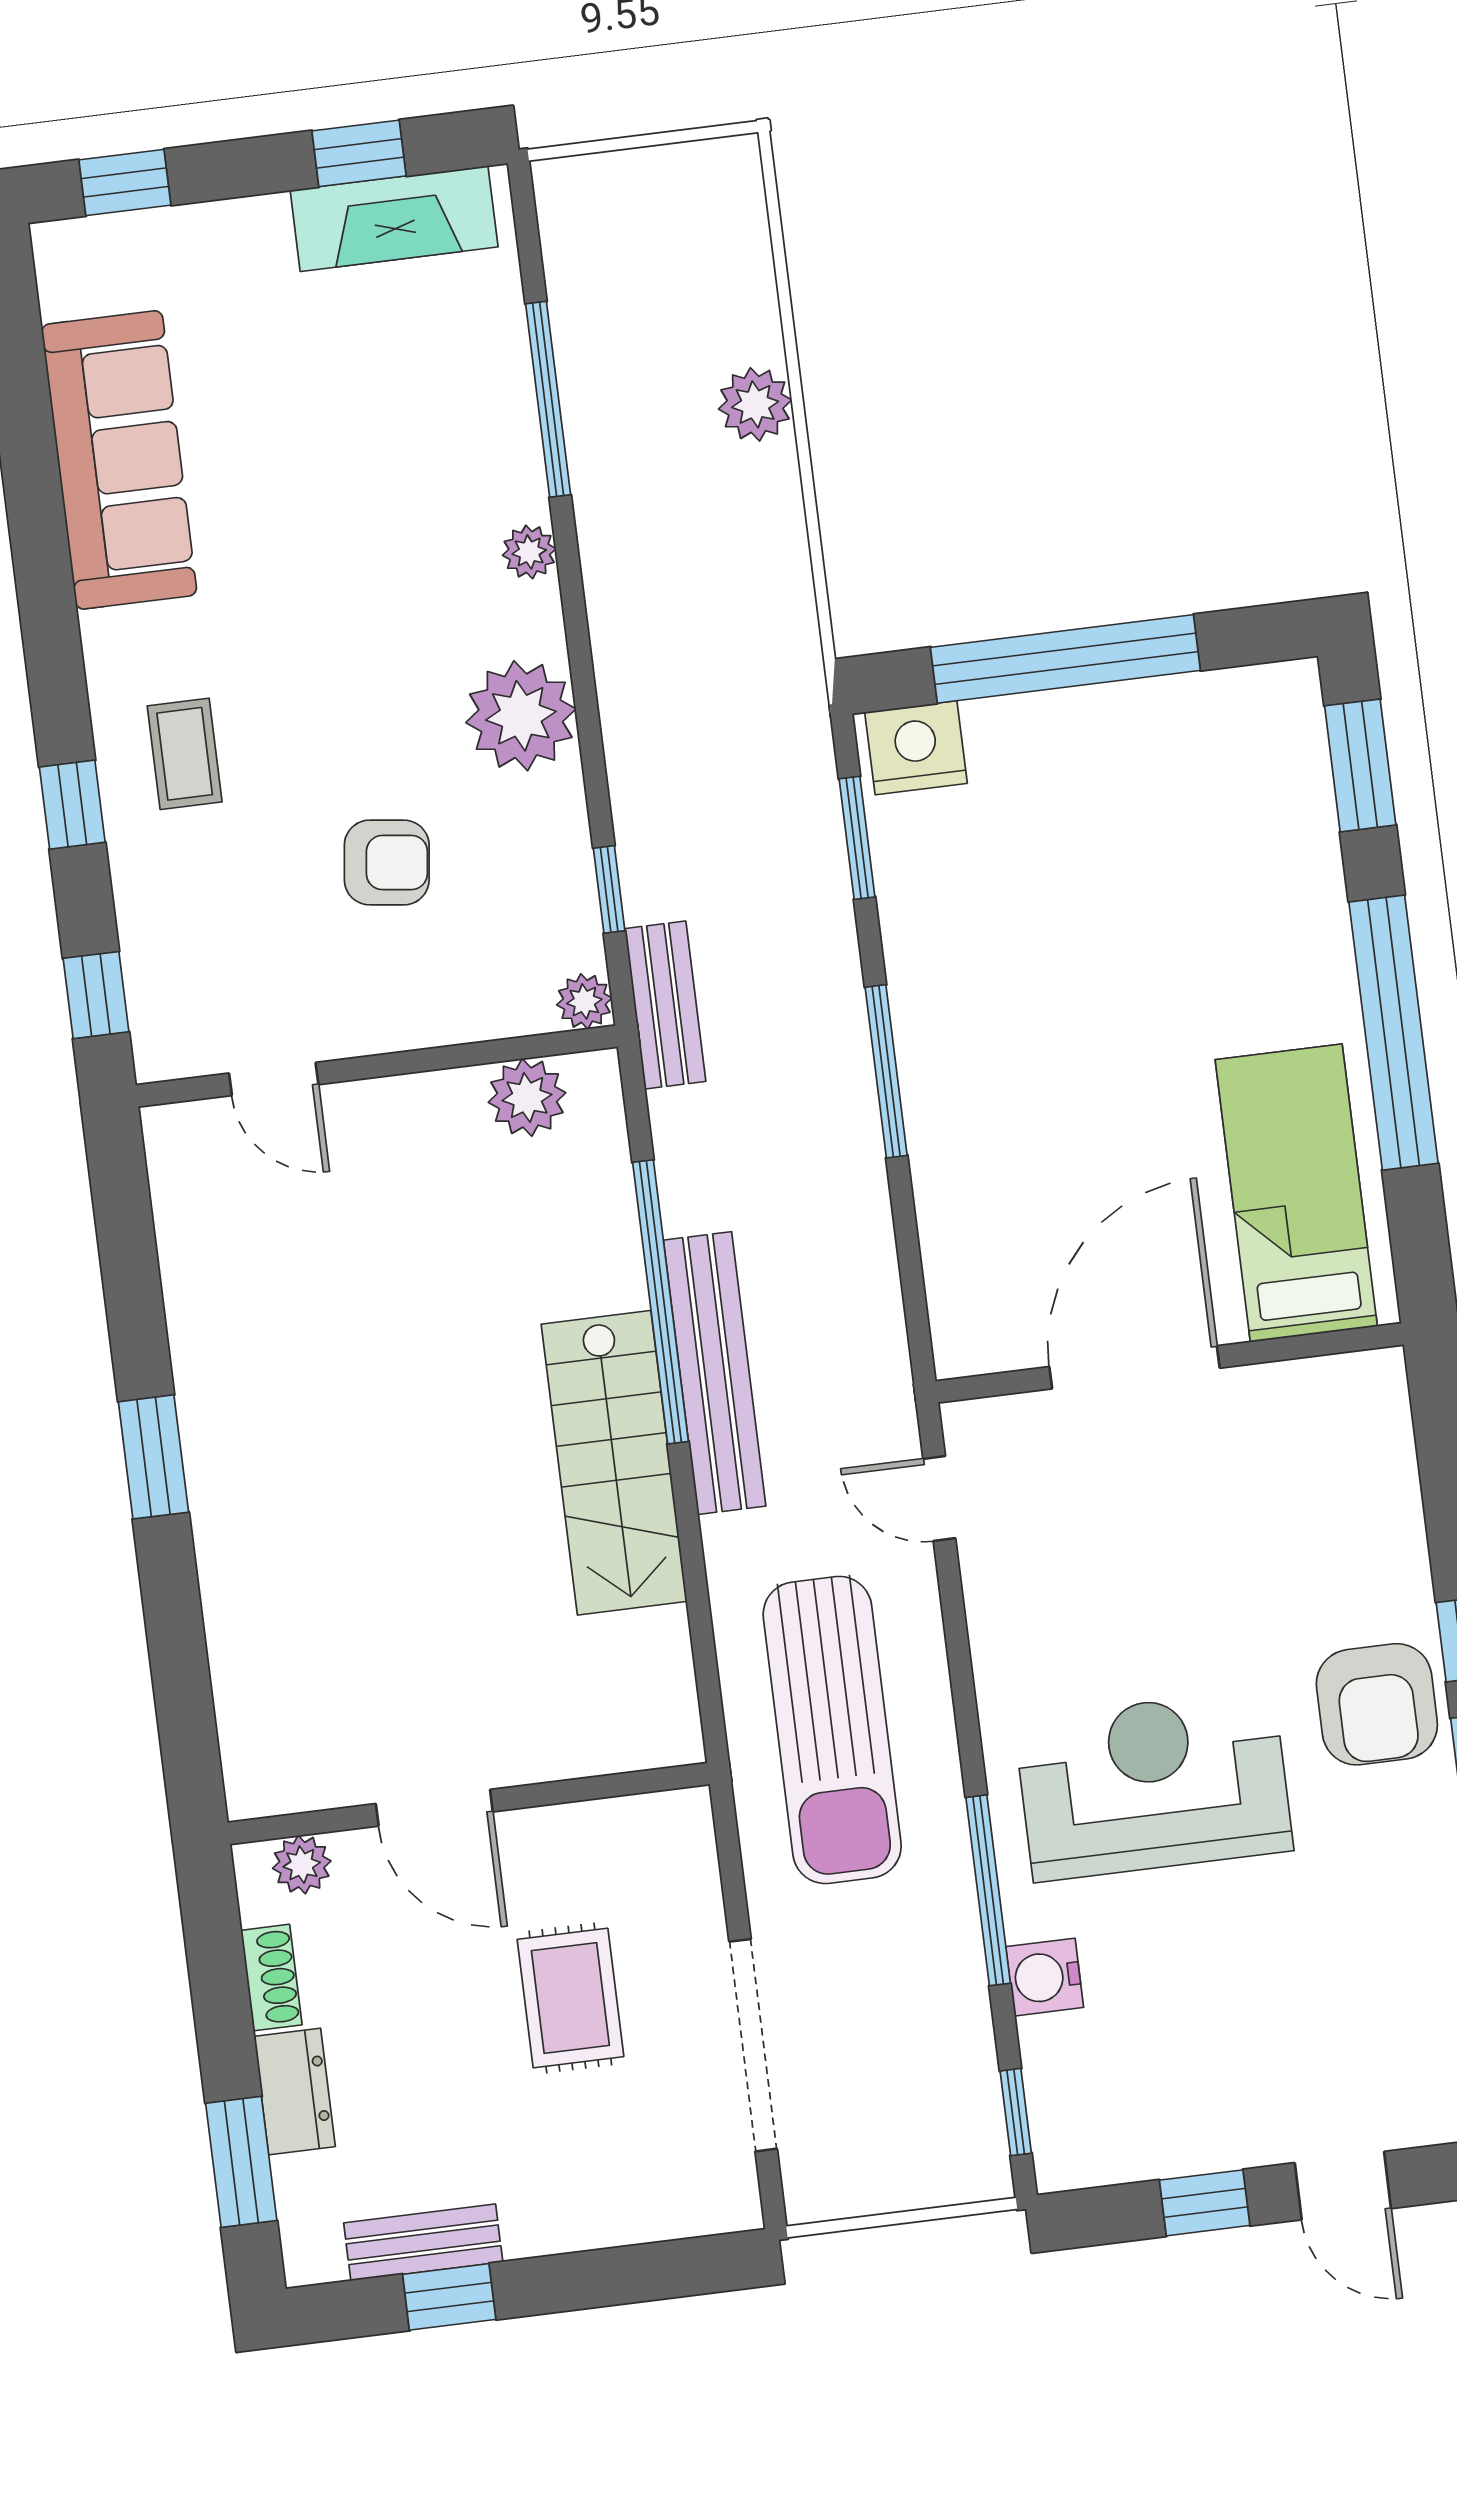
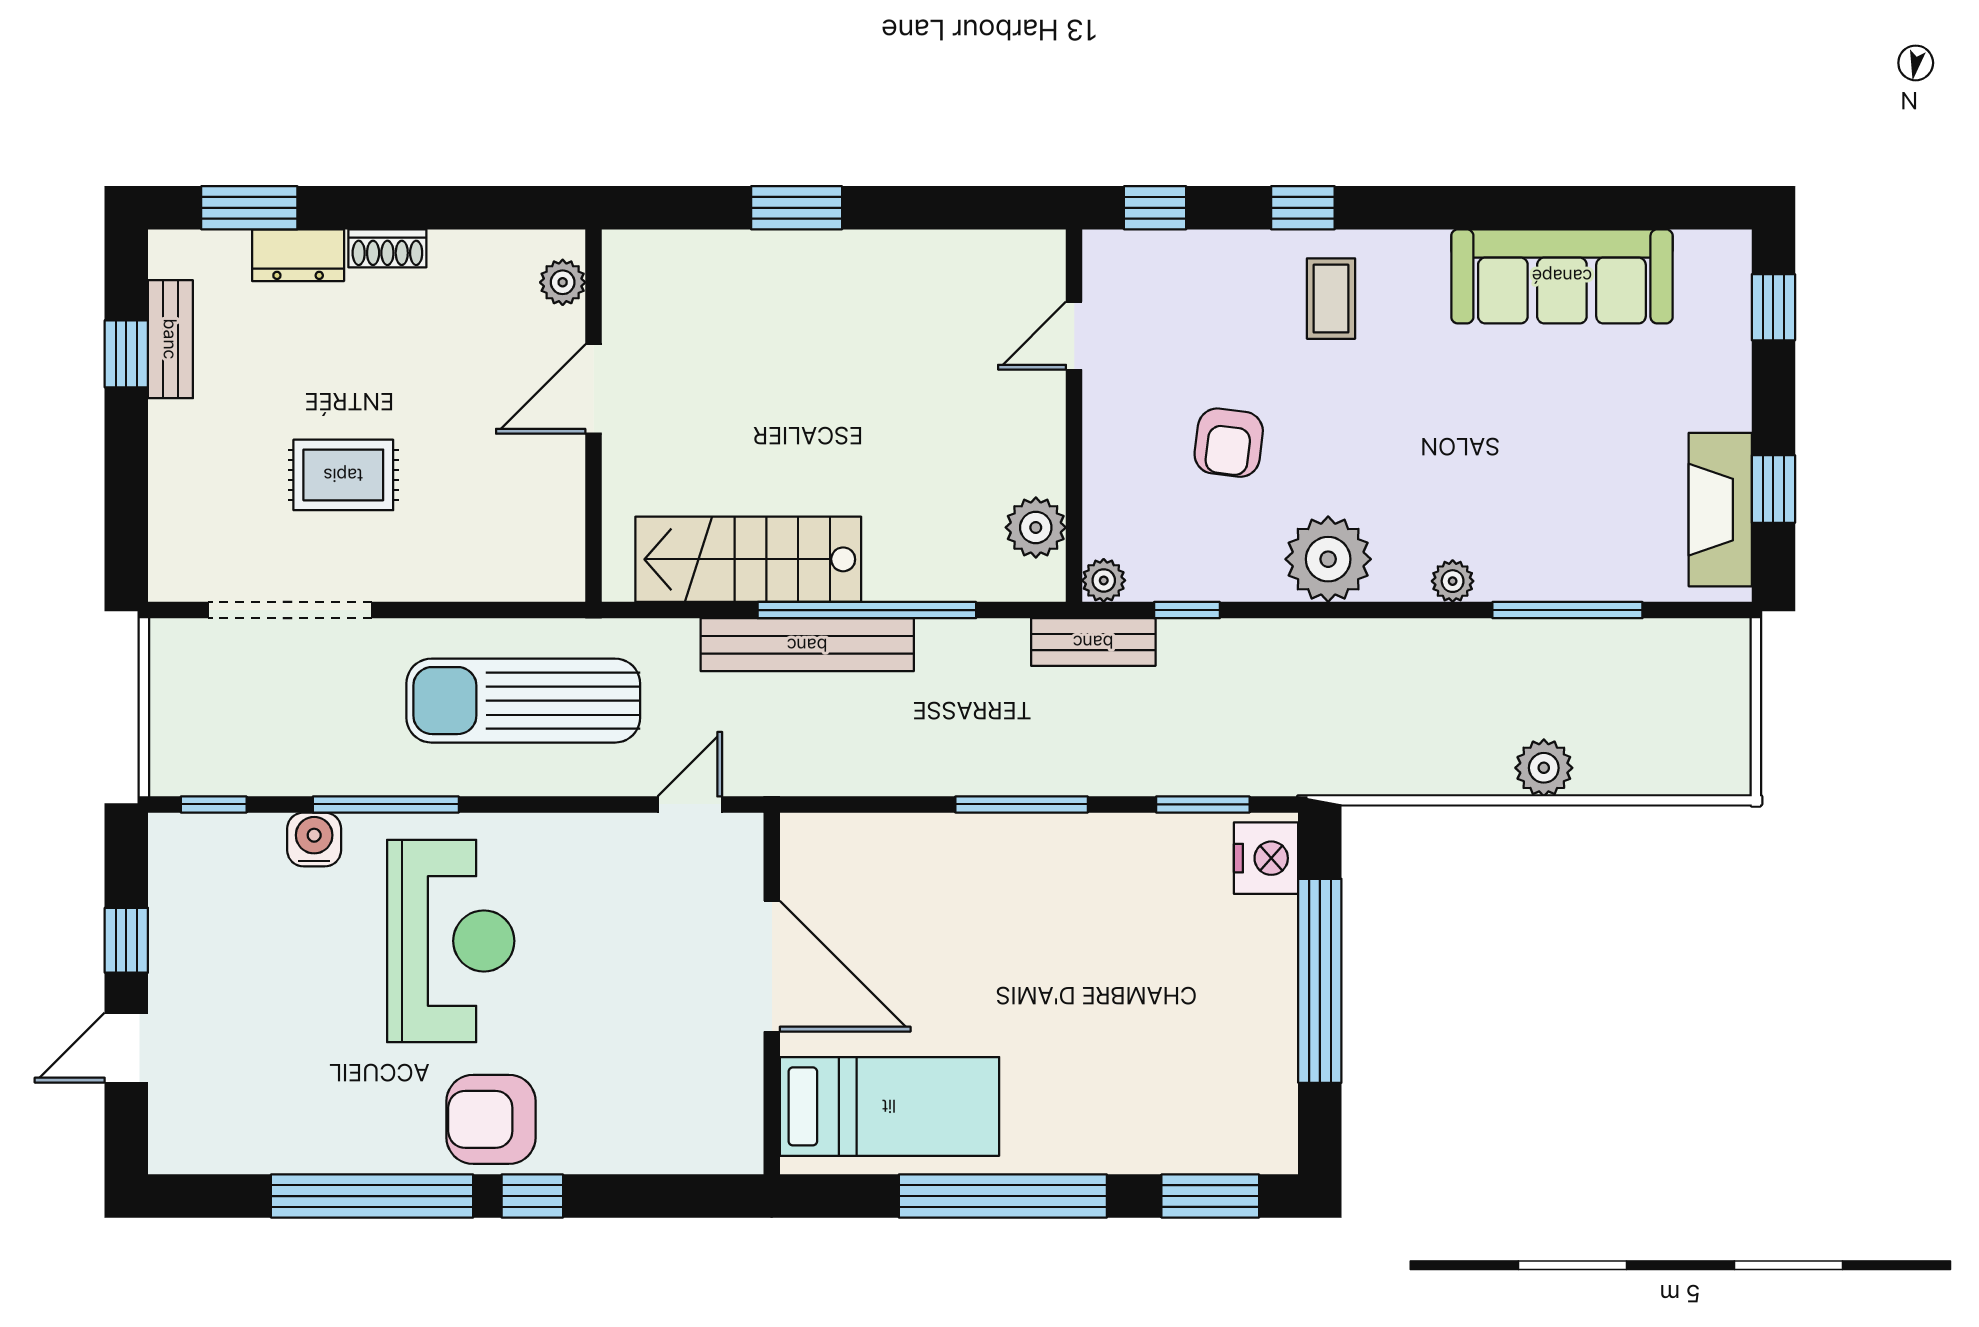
coffee table: (185, 754) -> (1331, 299), turned 90
wall: (469, 1803) -> (593, 416), moved
door: (434, 1808) -> (593, 389), moved
plant: (302, 1865) -> (563, 282), moved

